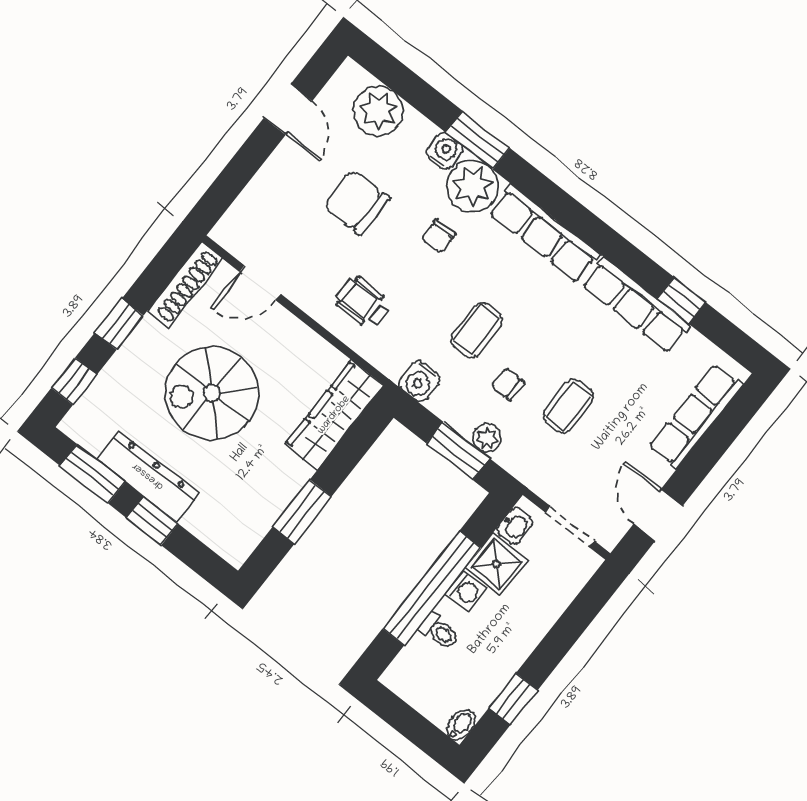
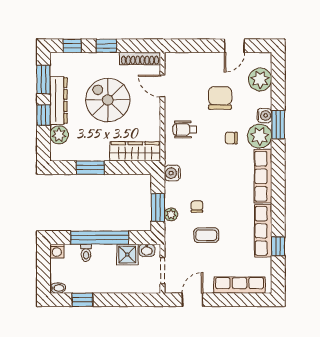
wheelchair: (363, 303) -> (185, 130), turned -90
coffee table: (477, 330) -> (208, 179), removed
plant: (206, 521) -> (59, 135), added
washing machine: (466, 591) -> (57, 251), moved

